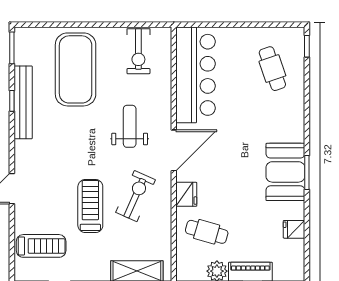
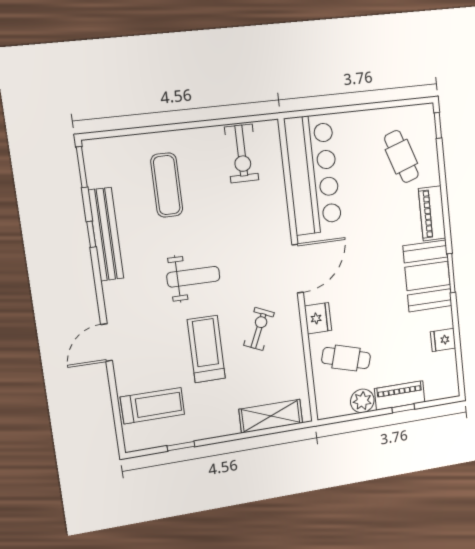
exercise mat: (76, 69) -> (167, 185), width x0.50, depth x0.69
piano: (295, 119) -> (432, 213), added
weight bench: (130, 126) -> (193, 277), moved, turned 90
exercise bike: (136, 196) -> (259, 329), width x0.73, depth x0.72

